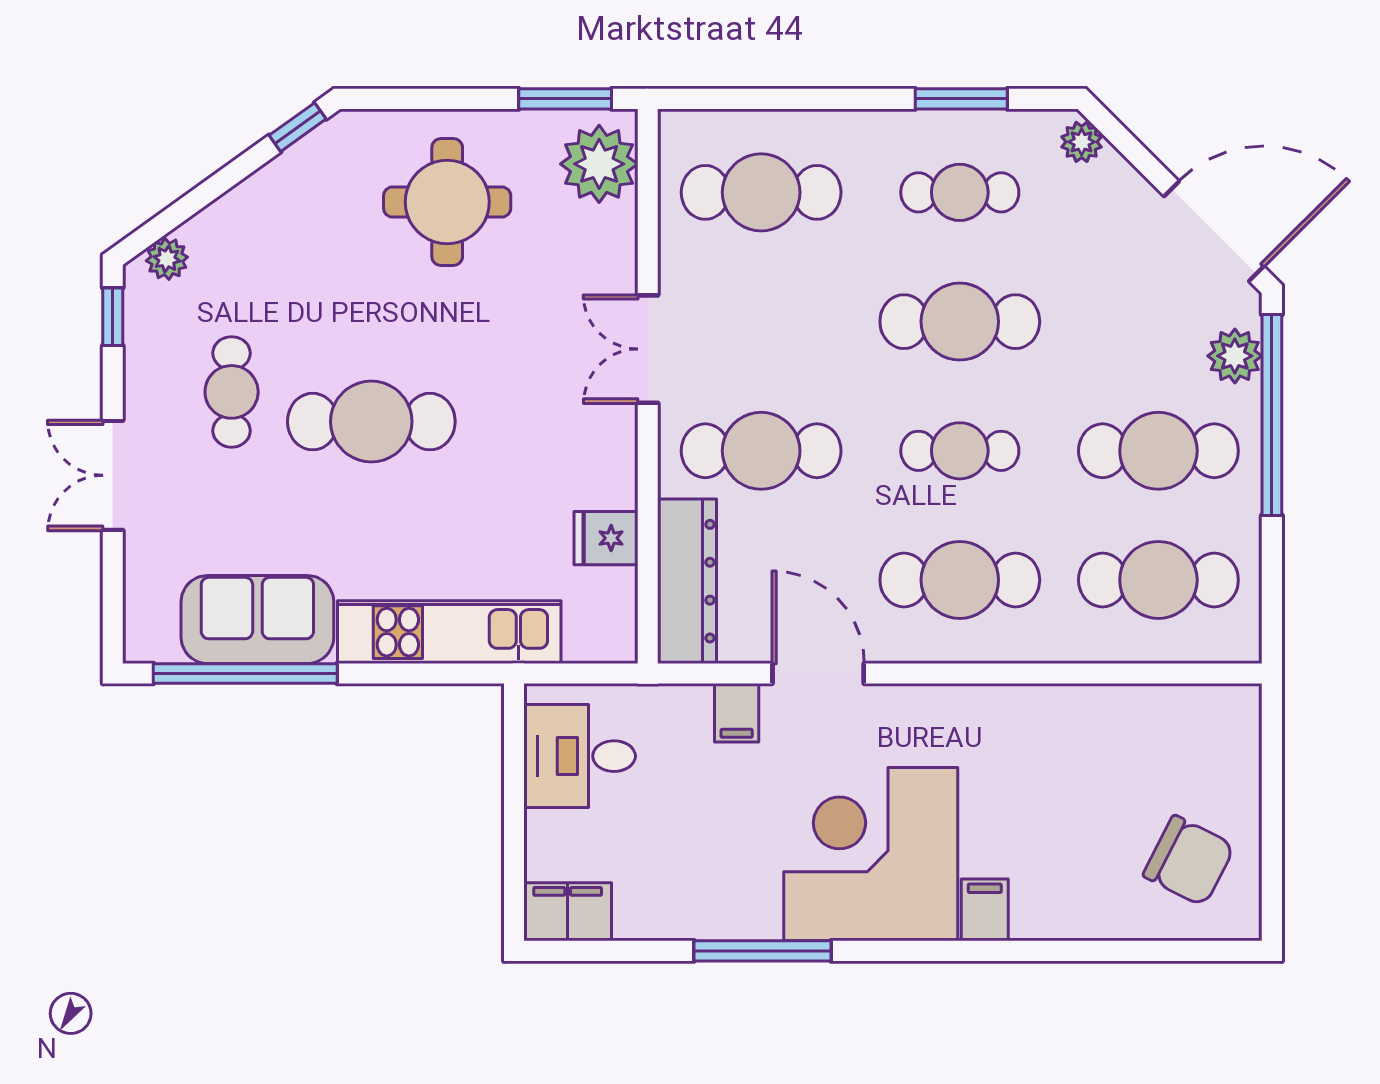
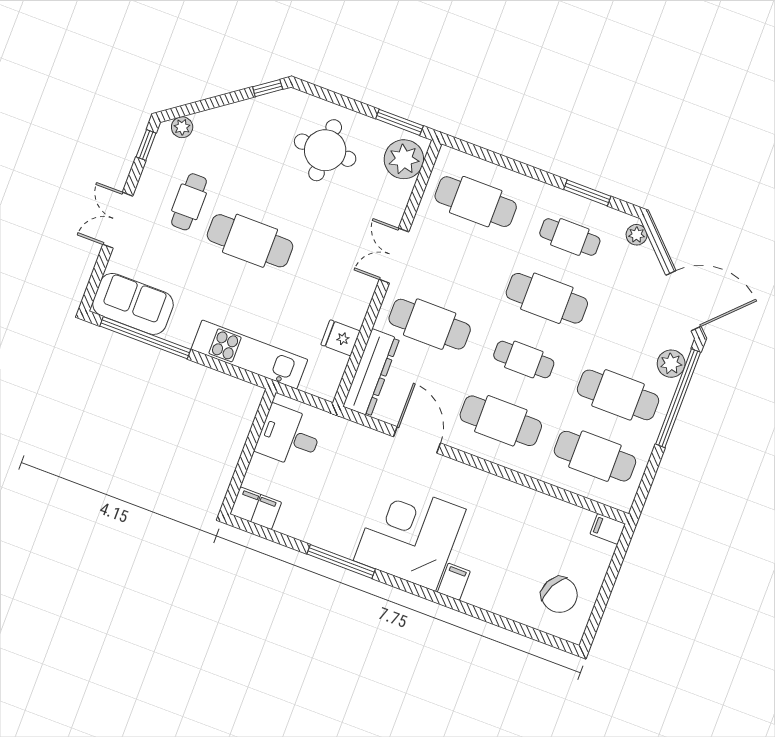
sofa: (257, 620) -> (133, 304), moved
filing cabinet: (737, 713) -> (608, 529), moved, turned 90

